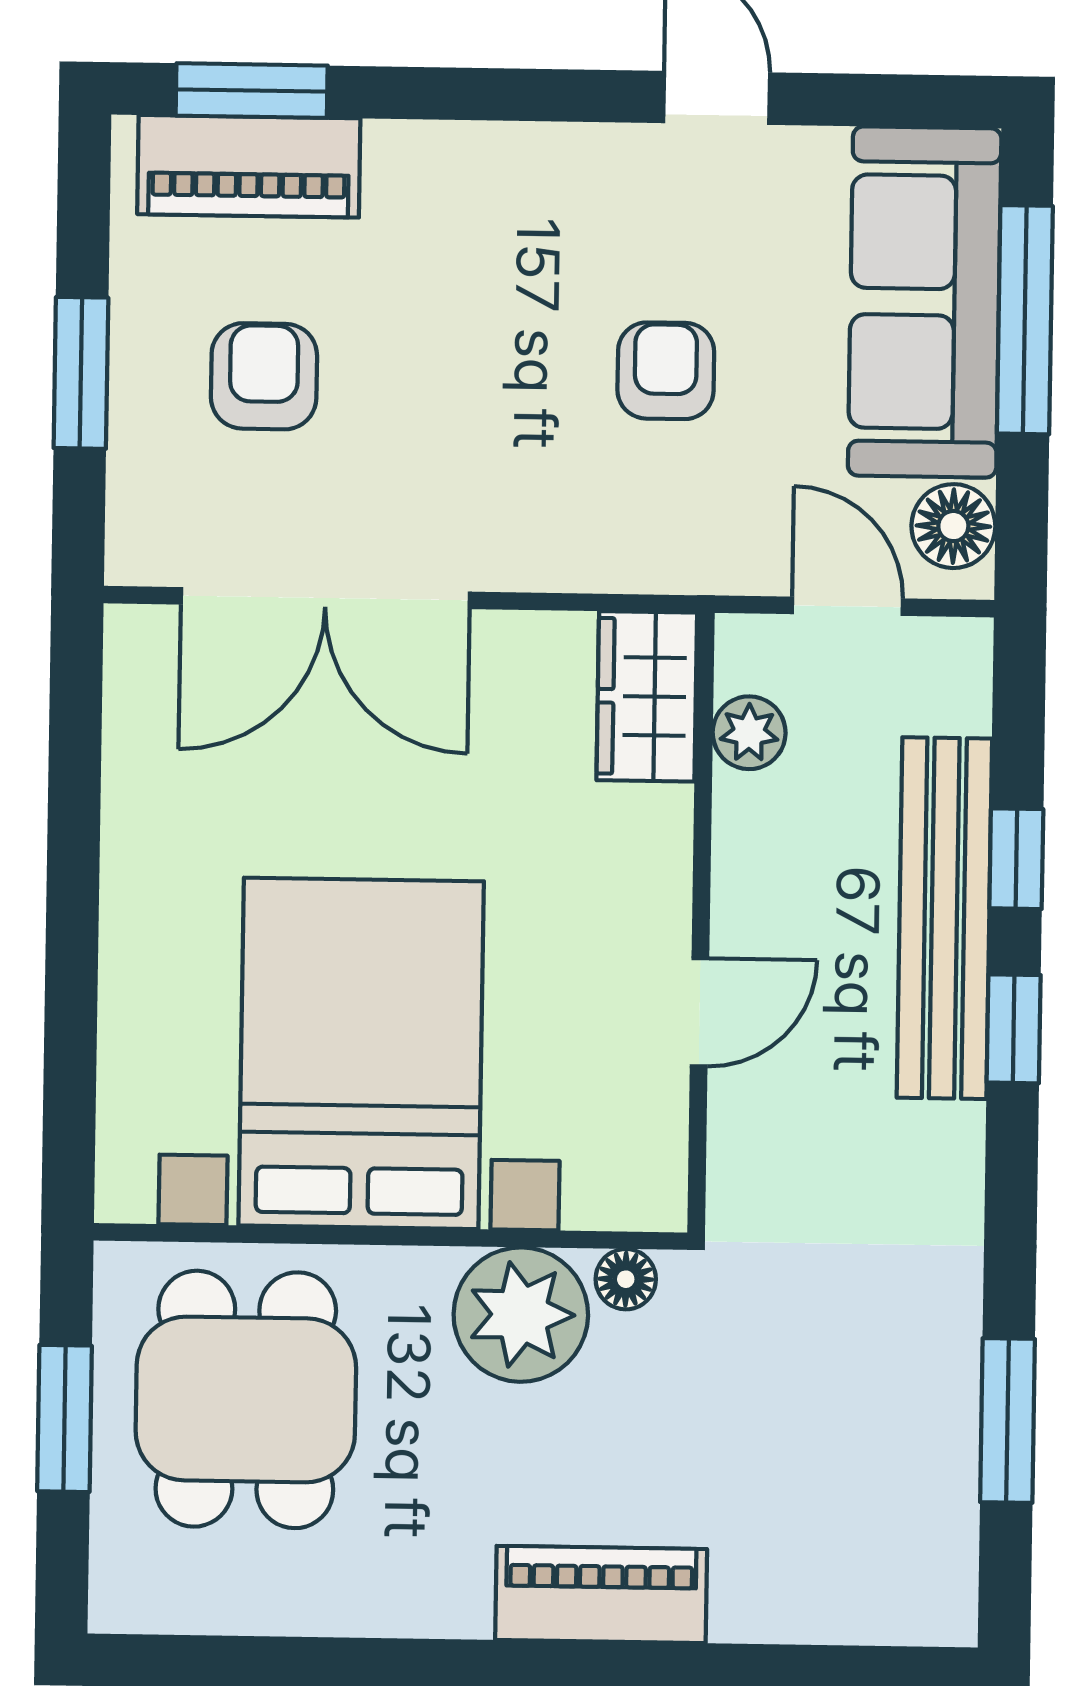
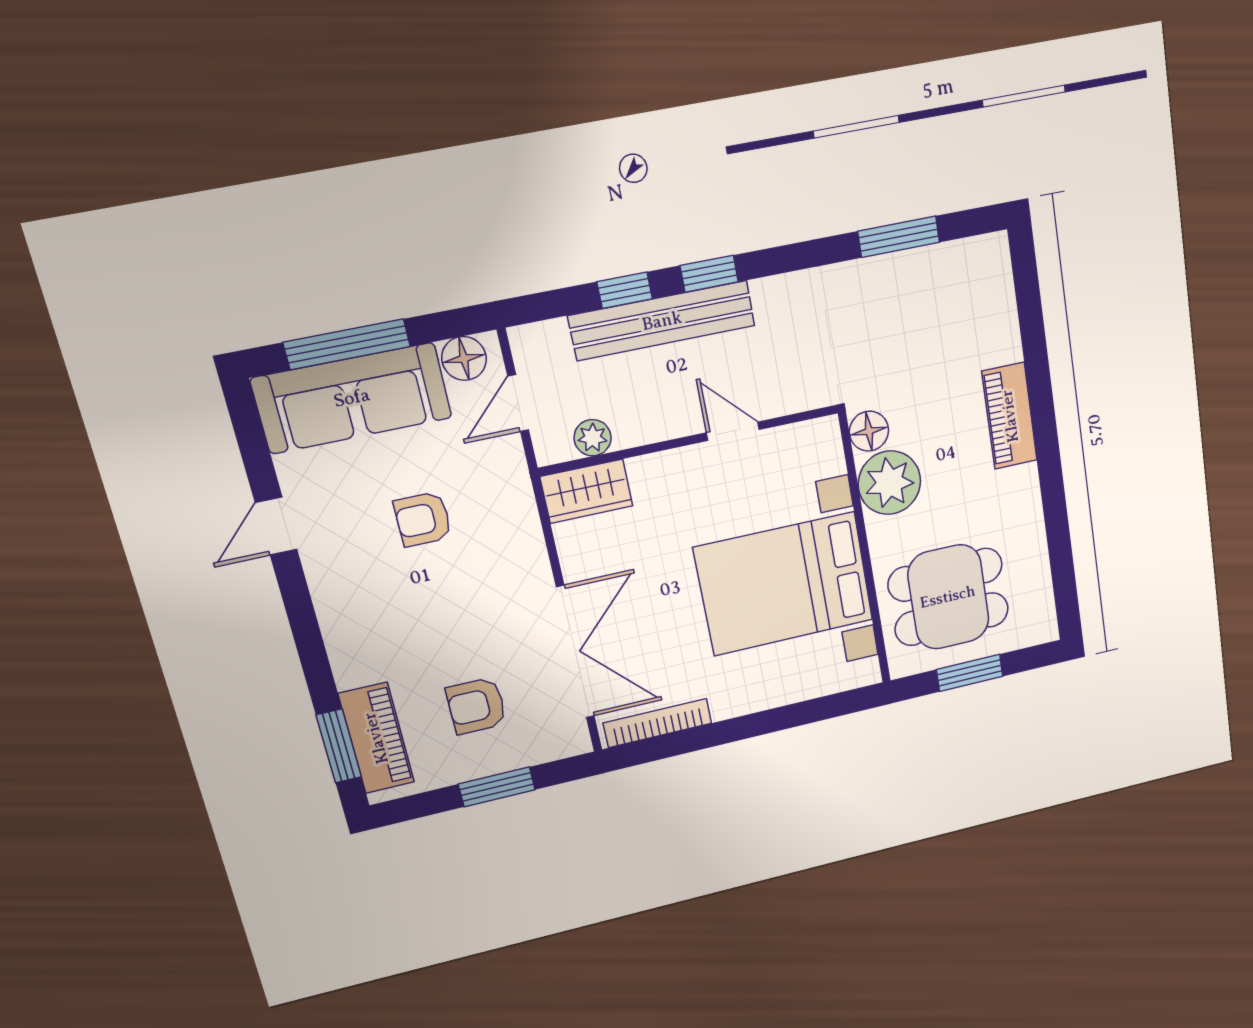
bookcase: (130, 730) -> (658, 723), added
floor lamp: (626, 1279) -> (869, 431), width x1.37, depth x1.37

